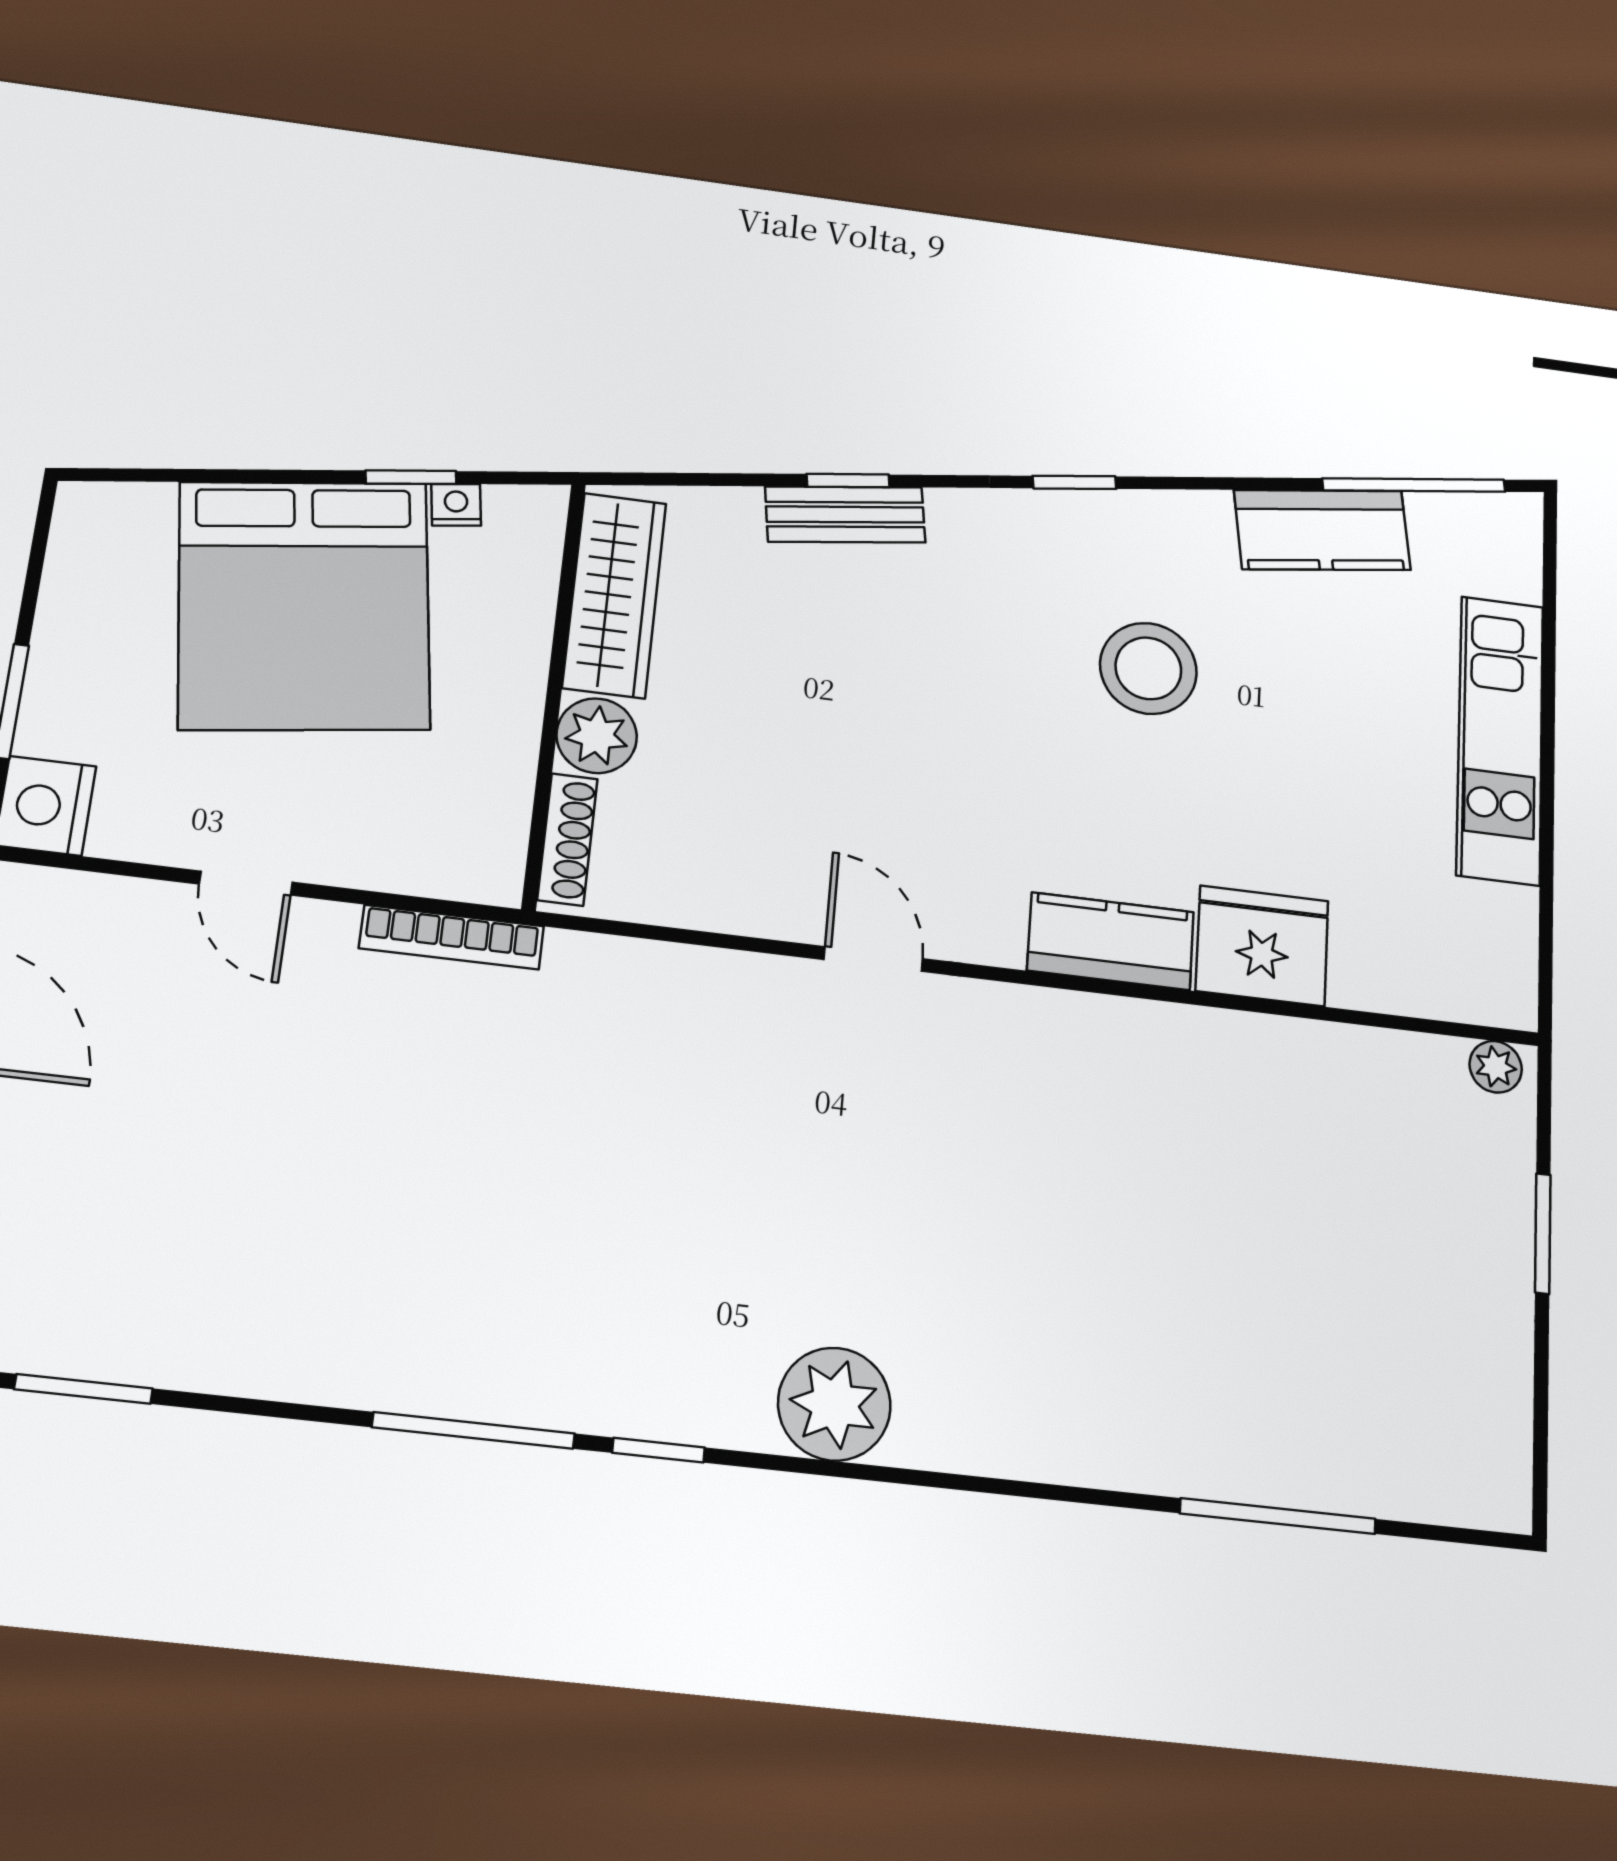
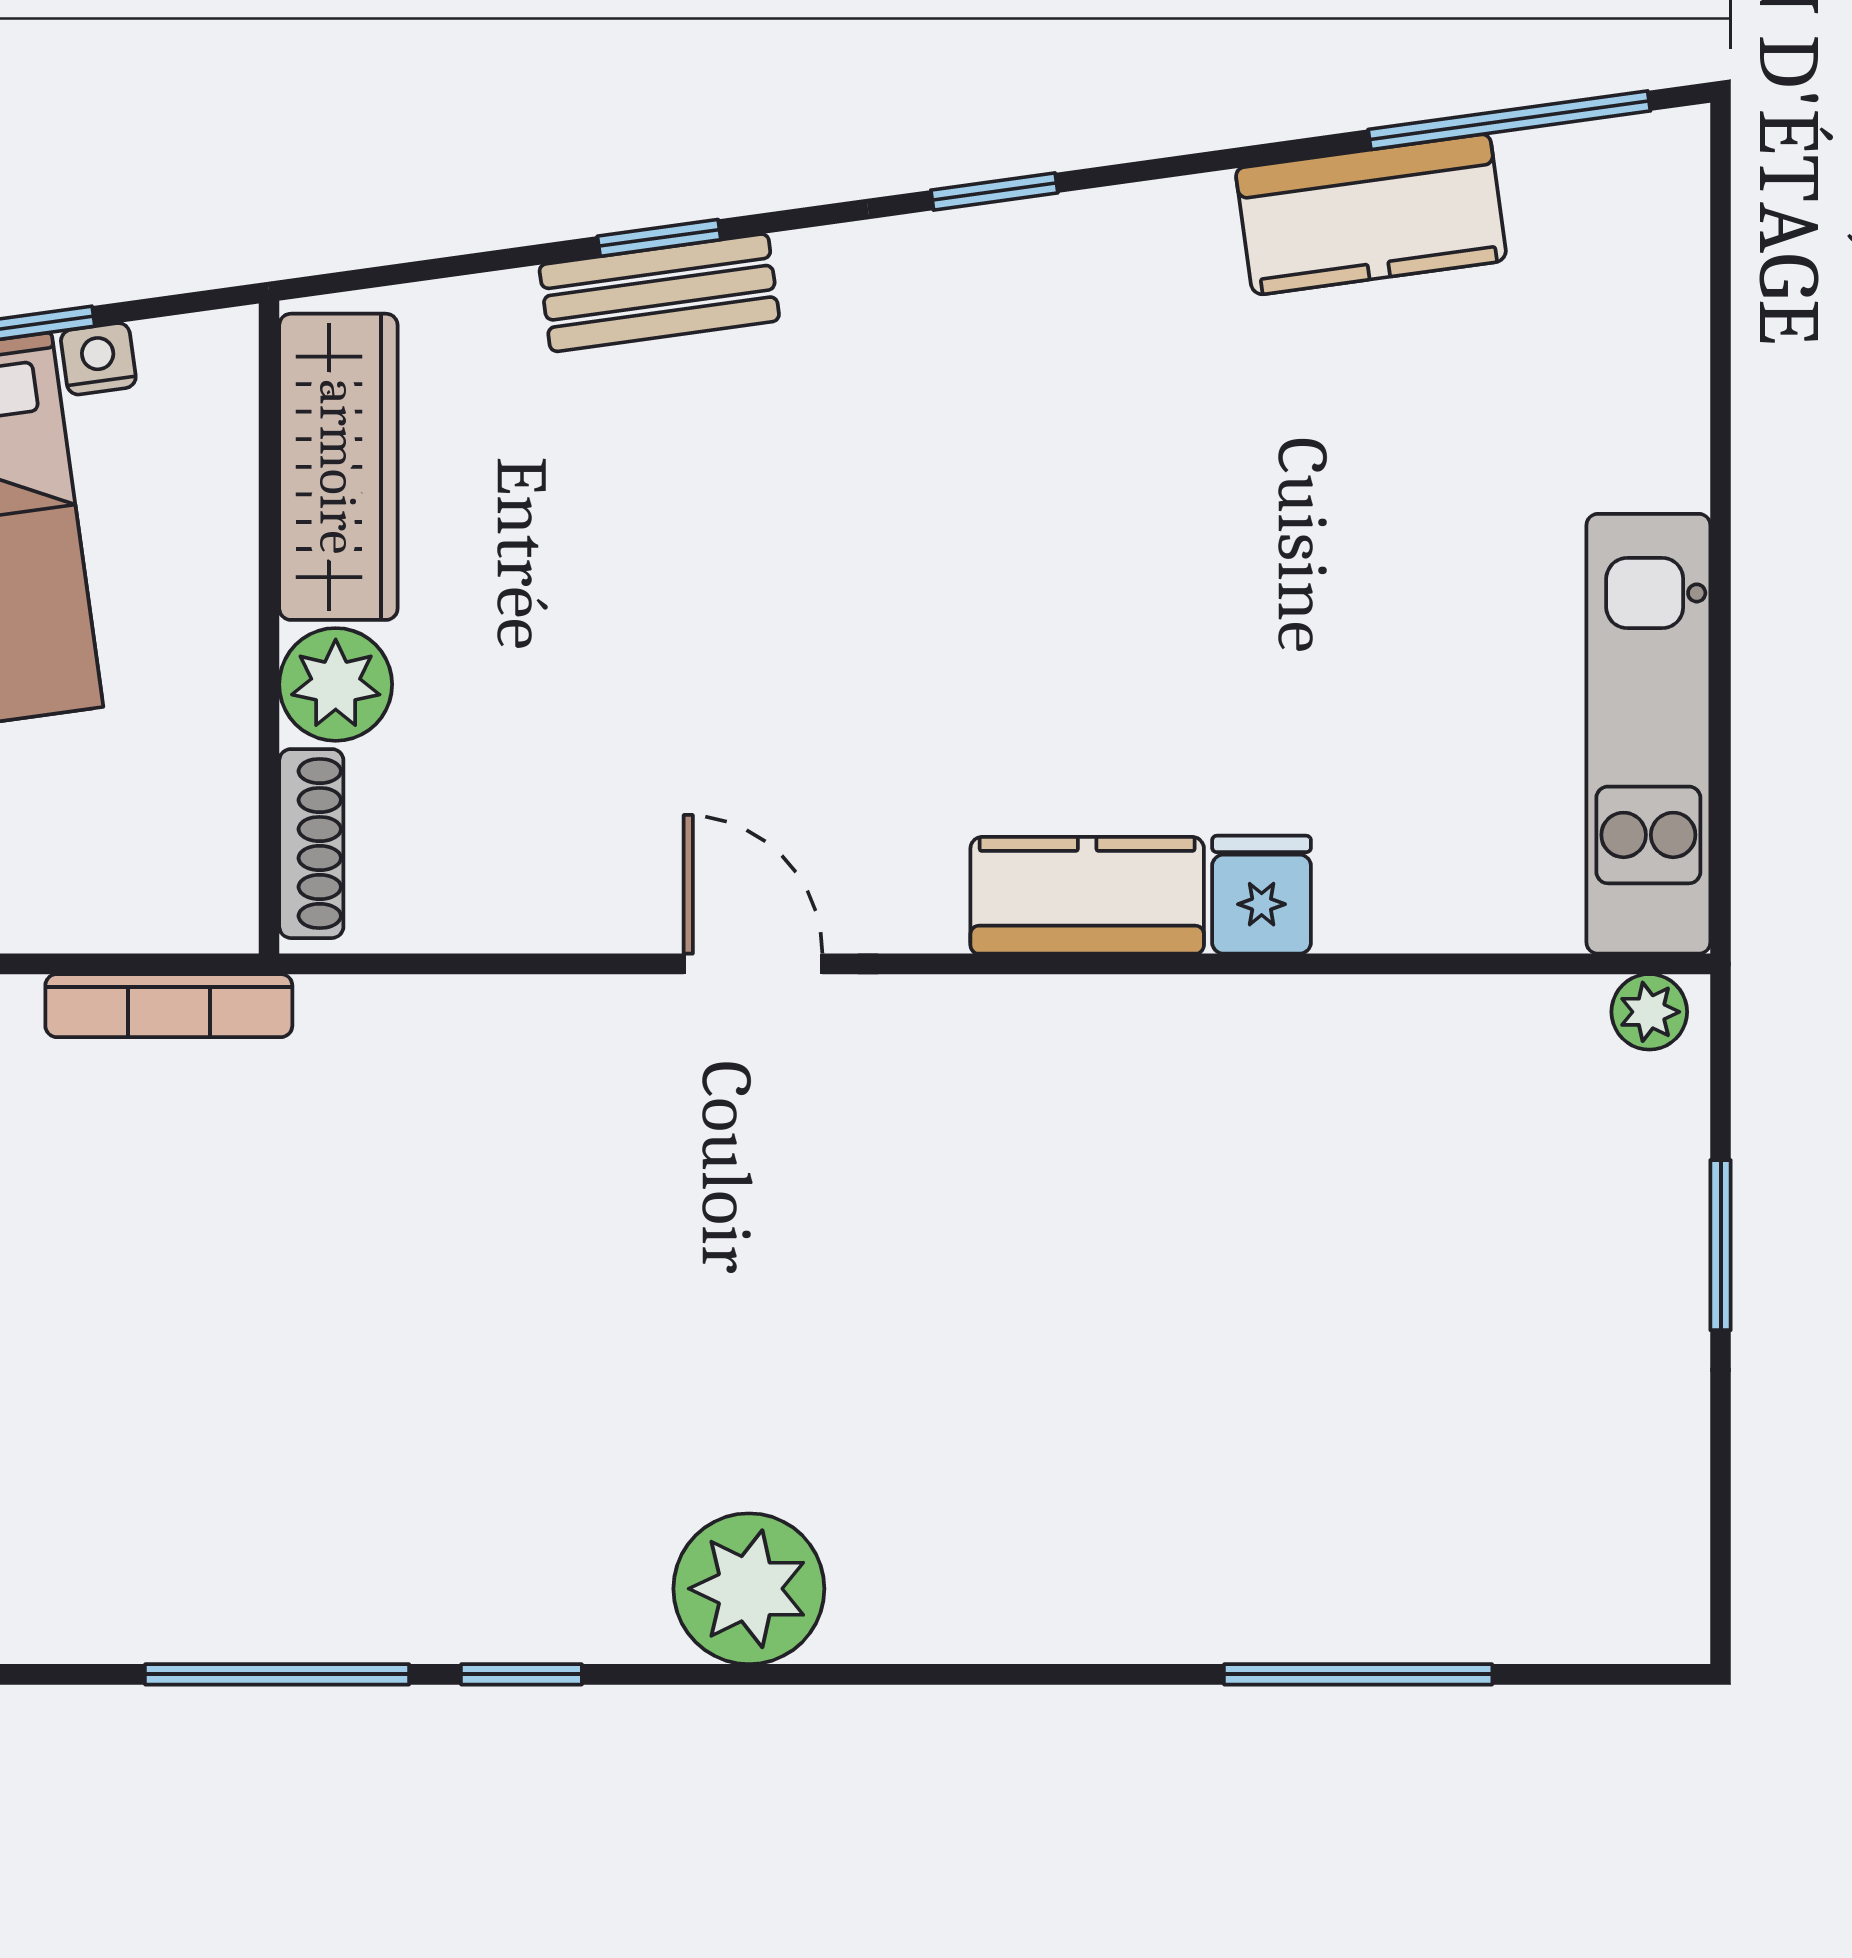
stool: (1148, 668) -> (1120, 473), removed
kitchen unit: (1500, 739) -> (1648, 734), moved
fridge: (1262, 946) -> (1262, 895), width x0.53, depth x0.75

